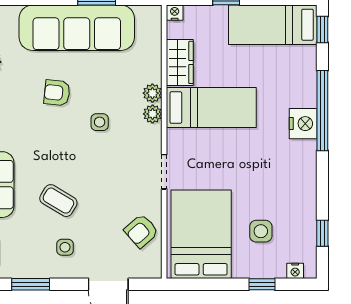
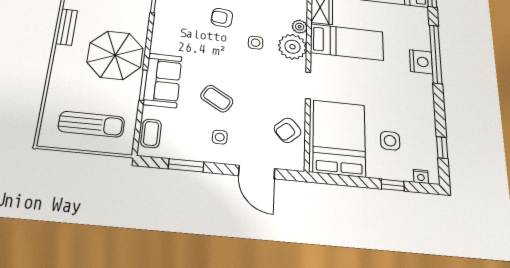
plant: (153, 114) -> (292, 47), width x1.88, depth x1.88

